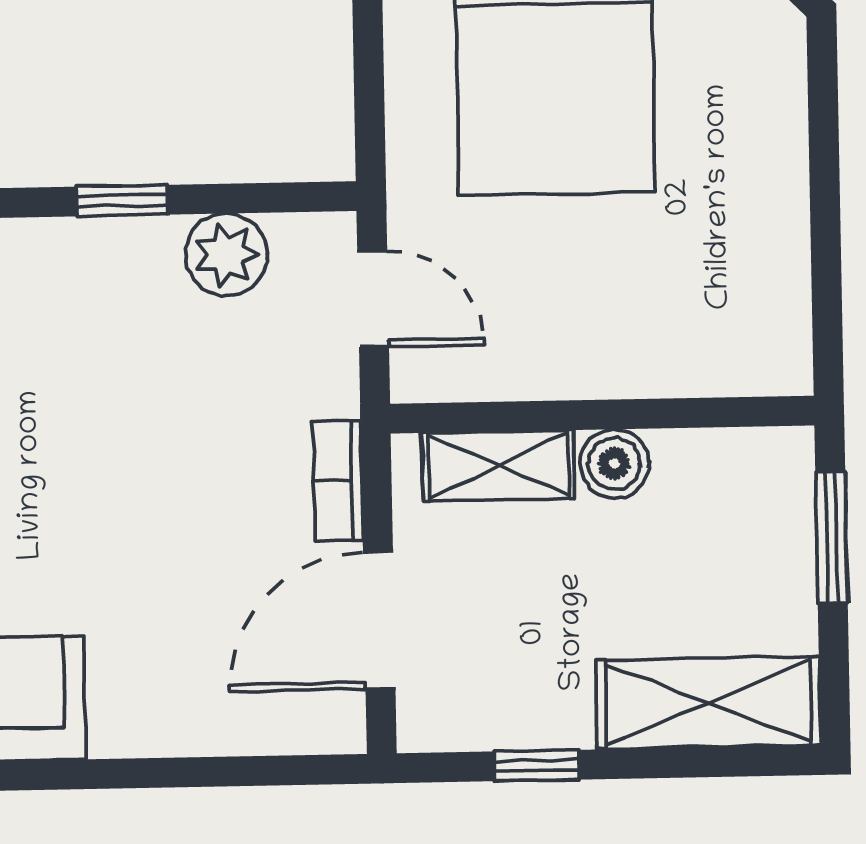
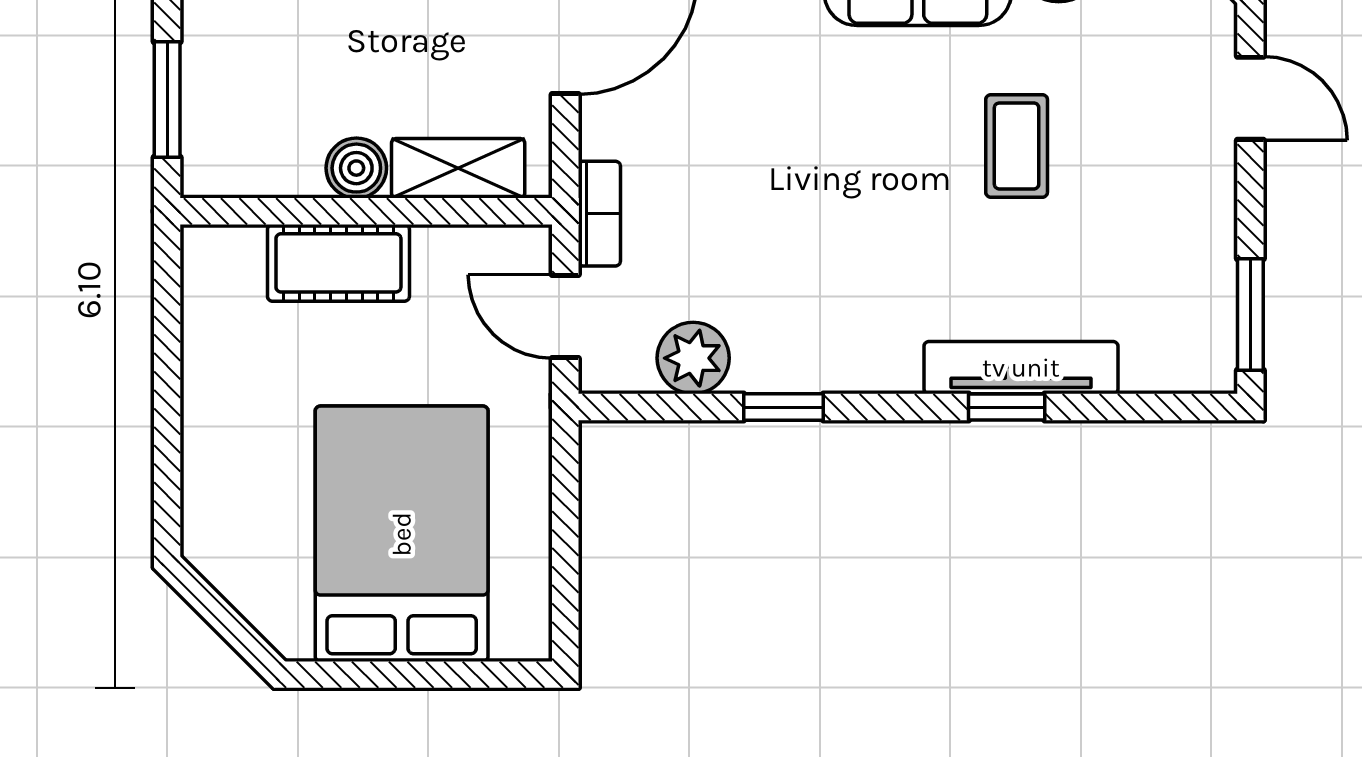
cot: (633, 355) -> (338, 263), added
bookcase: (338, 481) -> (599, 214), moved

